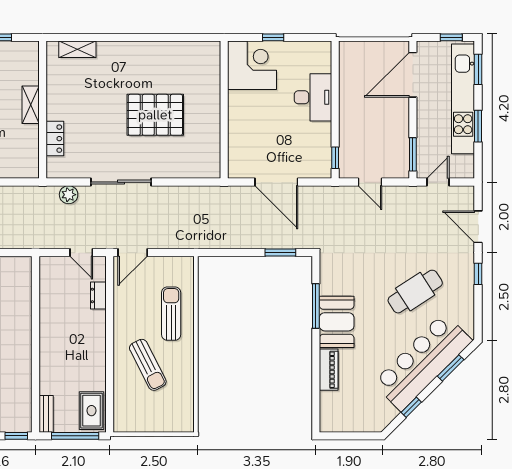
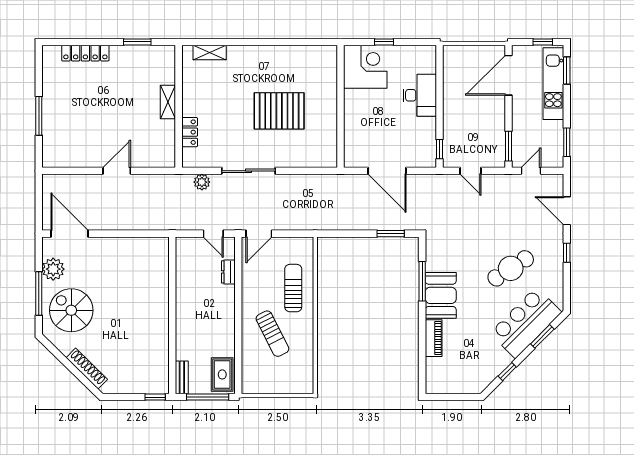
kitchen unit: (463, 99) -> (553, 84), width x0.73
window: (478, 126) -> (567, 142), moved
bar counter: (423, 362) -> (526, 323), width x0.73

